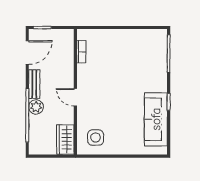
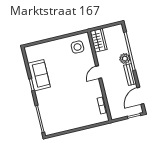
door: (75, 97) -> (99, 72), swing flipped
sofa: (156, 119) -> (39, 75), width x0.73

